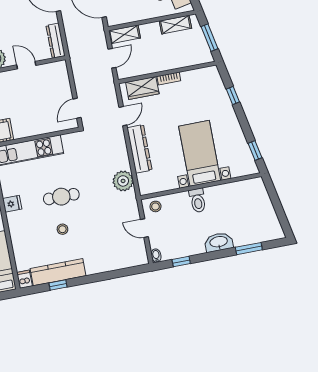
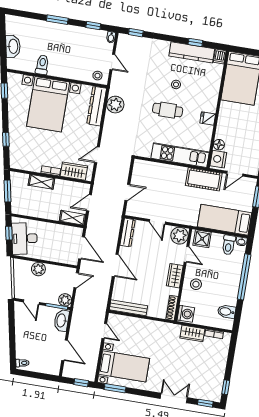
shelving: (175, 25) -> (41, 182), moved
door: (77, 108) -> (127, 192), moved
dresser: (139, 149) -> (97, 106), moved
bed with nightstands: (200, 153) -> (48, 104), width x1.36
toilet: (198, 200) -> (42, 65), moved
washbasin: (219, 242) -> (13, 46), moved, turned -101
window: (249, 249) -> (57, 20), moved
window: (130, 271) -> (136, 33), added

